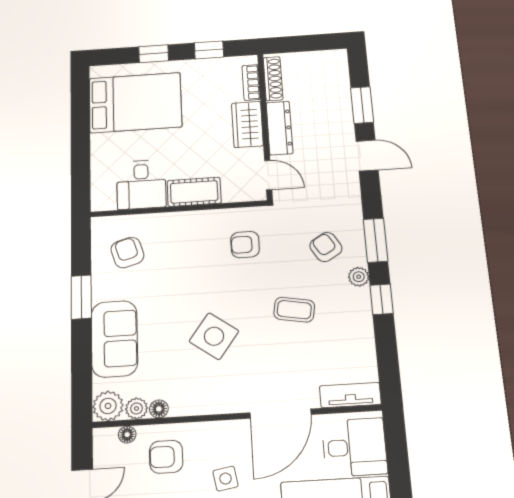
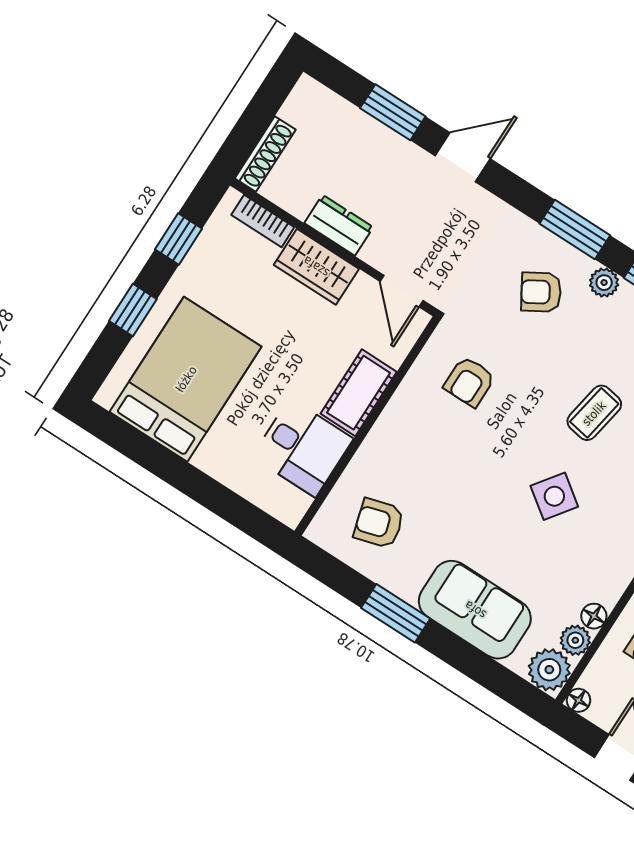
shoe rack: (273, 79) -> (265, 154), moved, turned 90
dresser: (280, 128) -> (339, 225), width x0.70
door: (268, 175) -> (402, 291), swing flipped
coffee table: (294, 310) -> (594, 413), moved
side table: (214, 336) -> (554, 496), width x0.73, depth x0.73
floor lamp: (127, 435) -> (578, 700), moved

